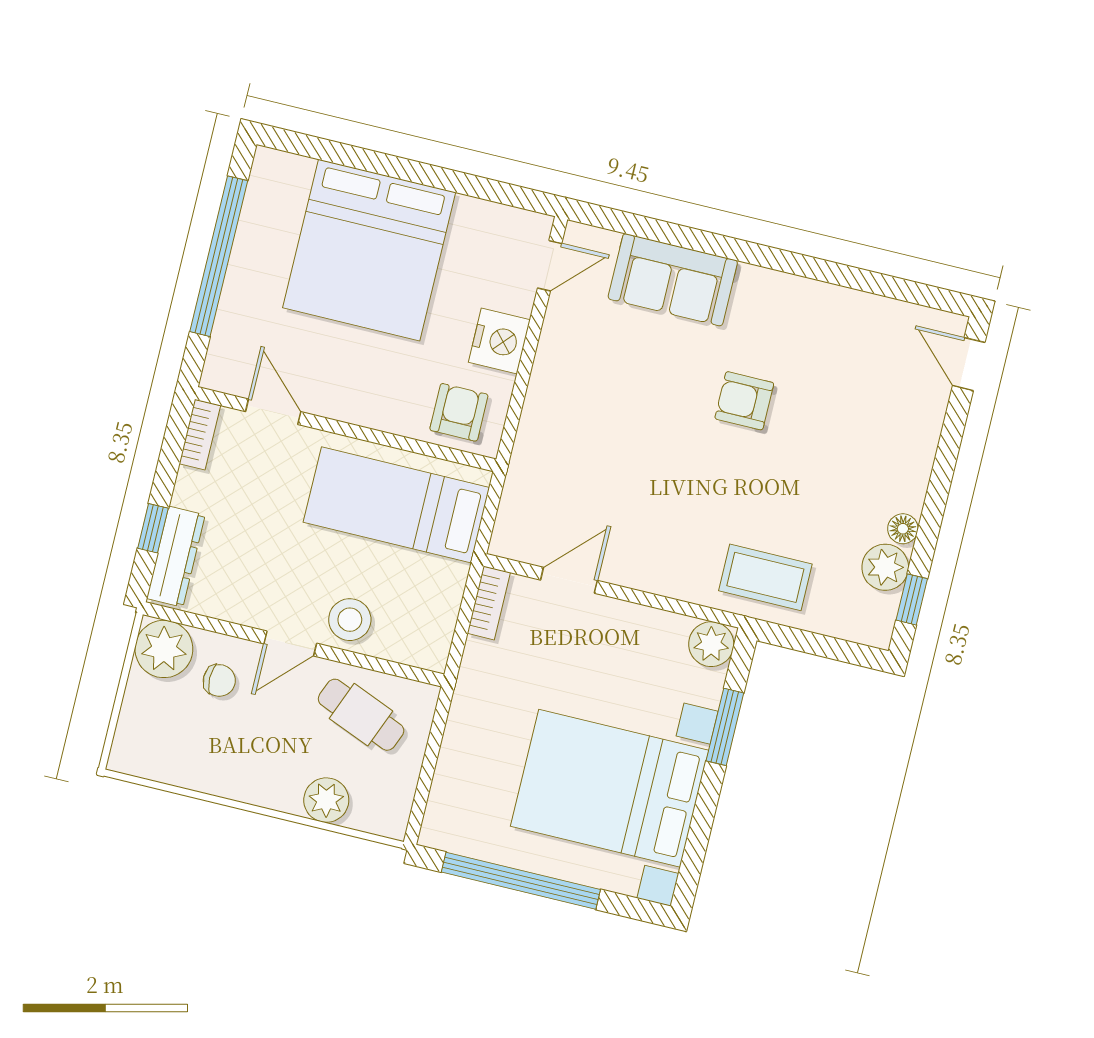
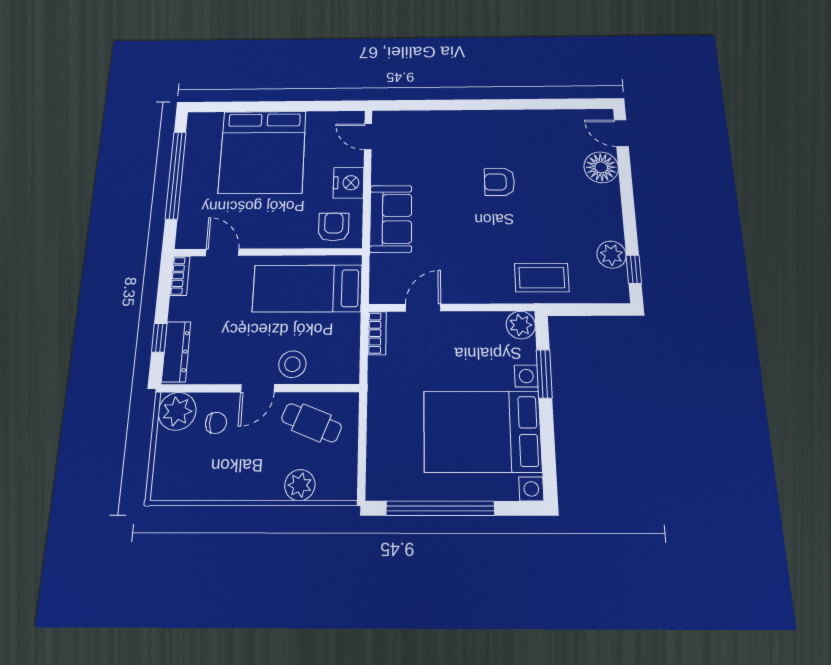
door: (550, 266) -> (368, 137), swing flipped
sofa: (673, 280) -> (391, 219), moved, turned -90
floor lamp: (903, 529) -> (601, 167), moved, width x1.89, depth x1.89

